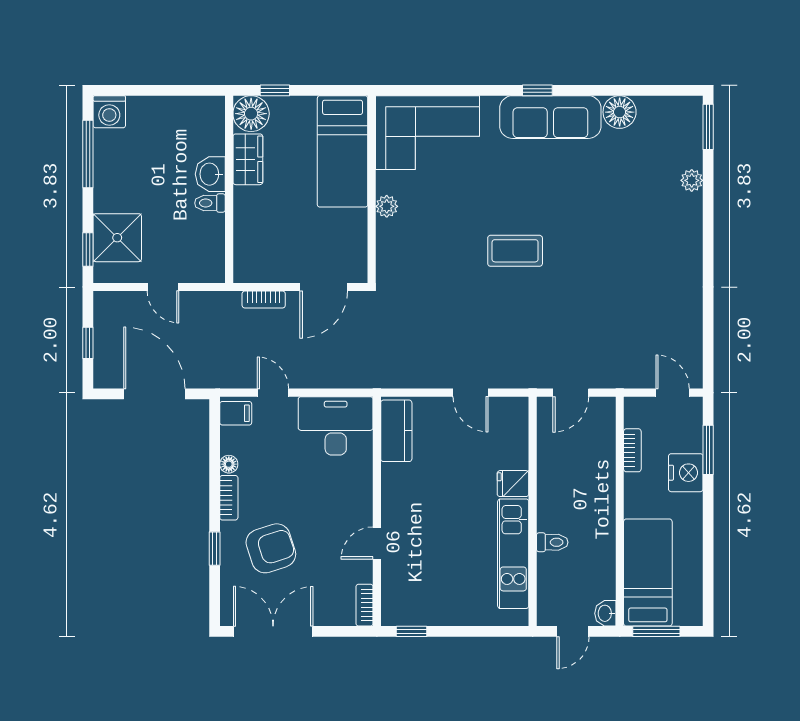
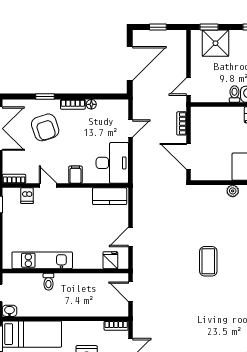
door: (163, 287) -> (188, 87), moved
filing cabinet: (236, 413) -> (75, 175), moved, turned 180
bookcase: (632, 450) -> (116, 326), moved
fridge: (513, 484) -> (110, 260), moved
dishwasher: (395, 581) -> (27, 196), added

